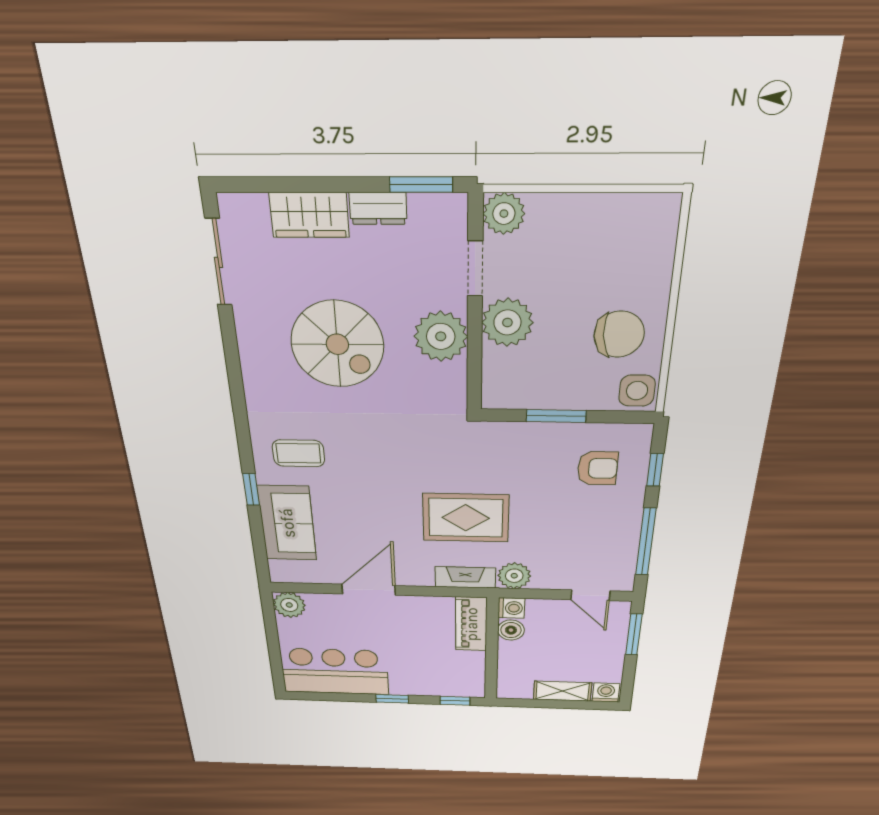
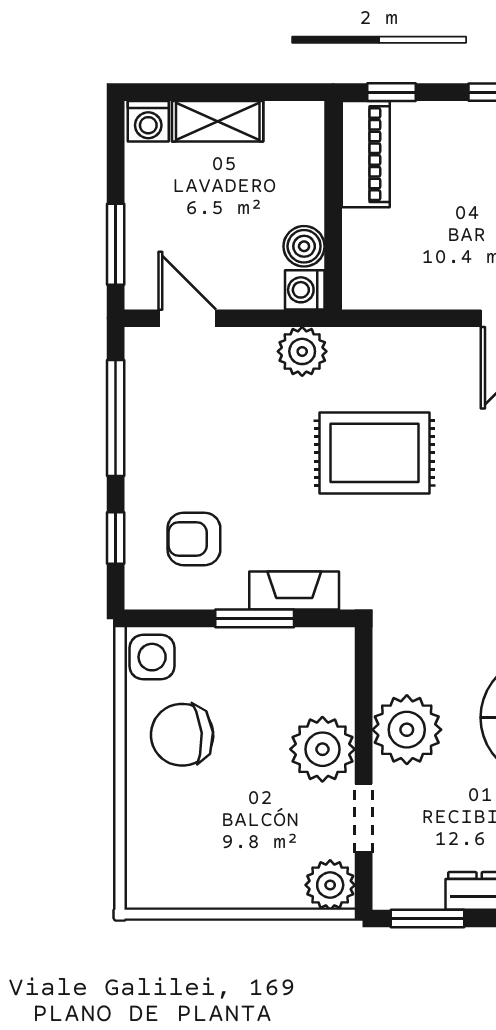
fireplace: (465, 577) -> (294, 591), moved, turned 180
piano: (471, 624) -> (366, 154), moved

